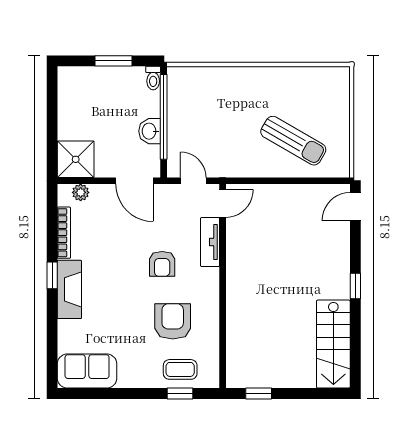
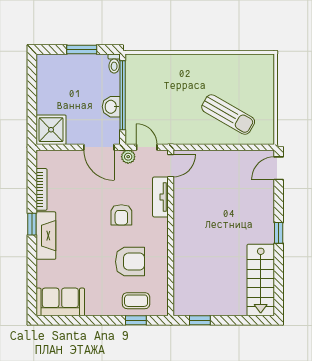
plant: (81, 192) -> (128, 157), moved
armchair: (173, 321) -> (130, 262), turned 90

